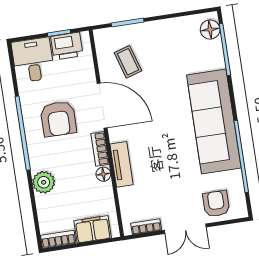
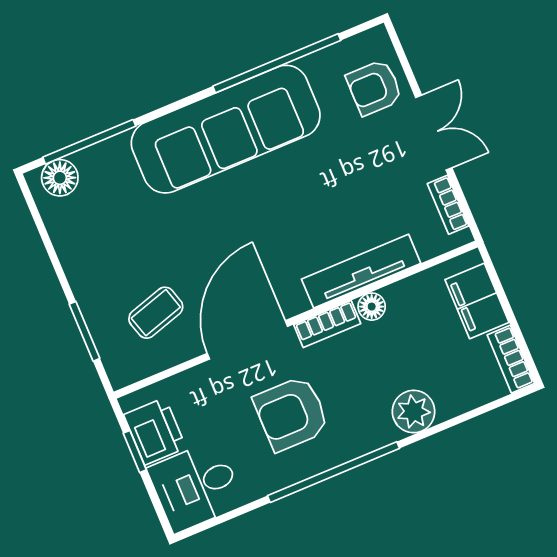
armchair: (58, 119) -> (291, 414), turned 180
tv unit: (122, 164) -> (361, 271), width x1.41

